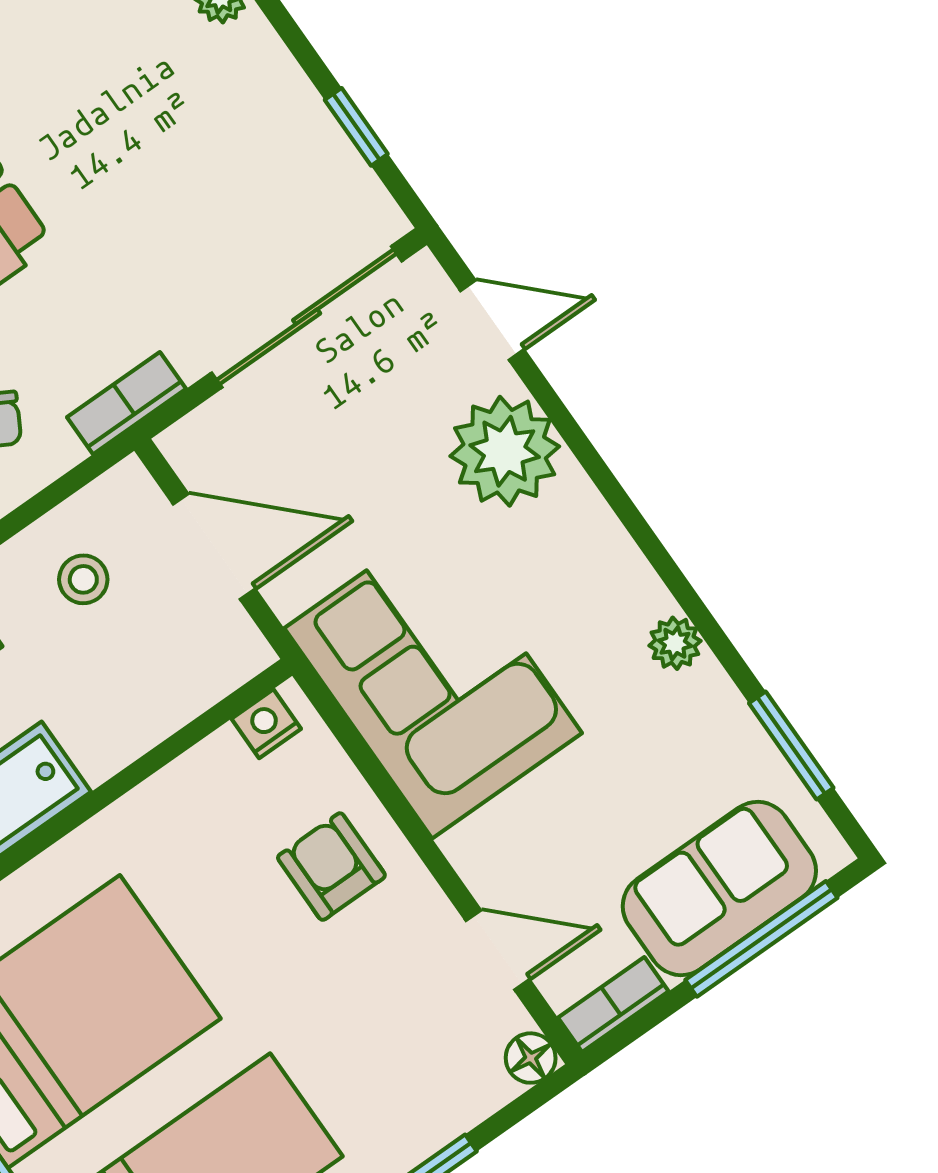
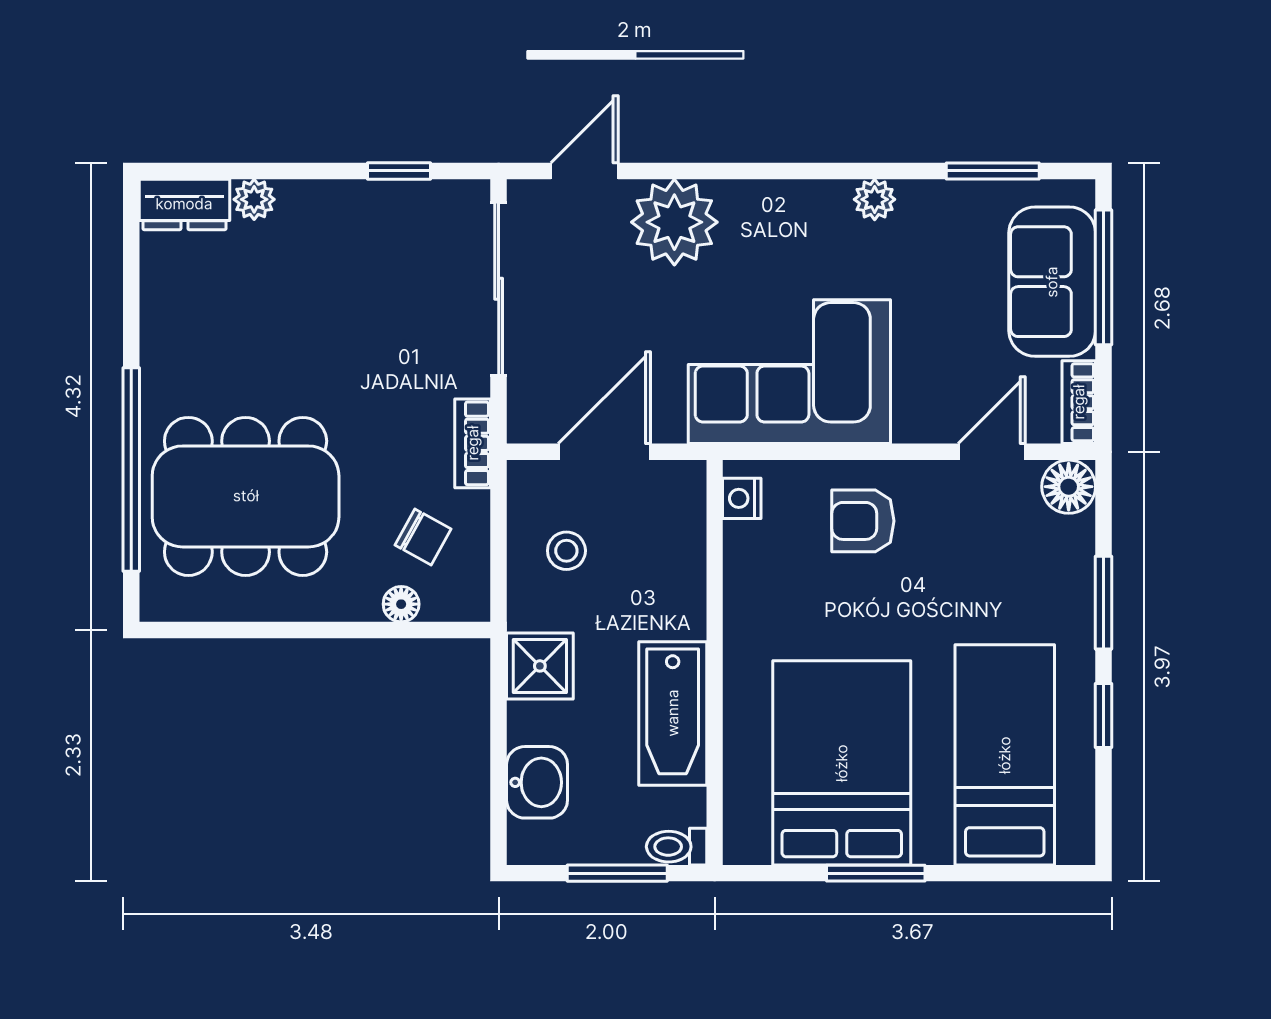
floor lamp: (531, 1058) -> (1069, 487), width x1.37, depth x1.37

